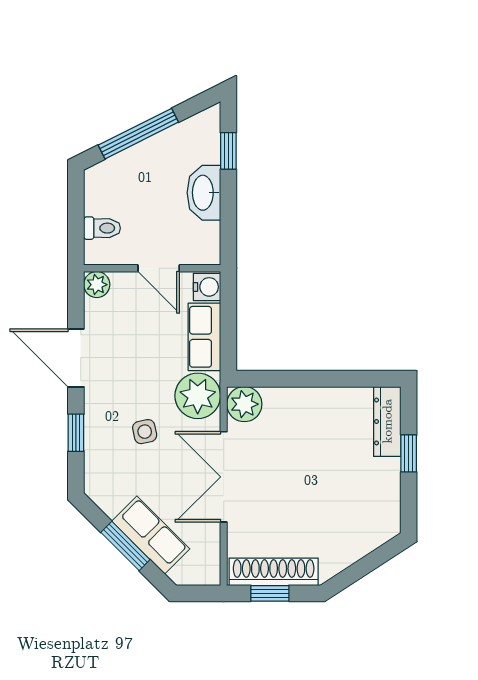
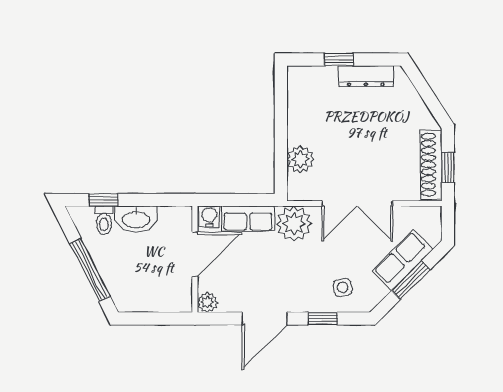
toilet: (102, 228) -> (104, 220), moved, turned 180
door: (159, 268) -> (195, 254), width x1.38
plant: (244, 404) -> (301, 159), moved
dresser: (387, 421) -> (366, 76), moved
side table: (145, 432) -> (343, 288), moved

